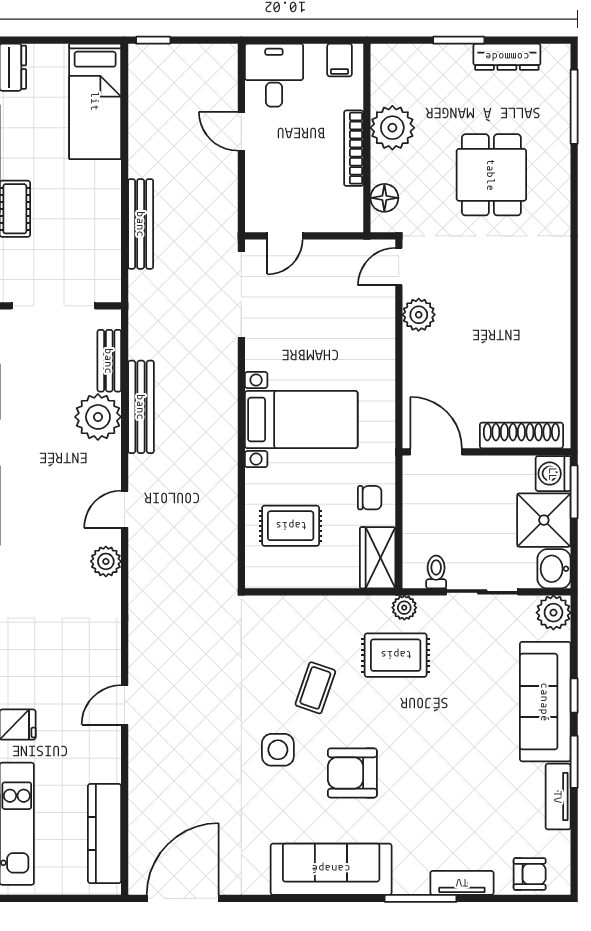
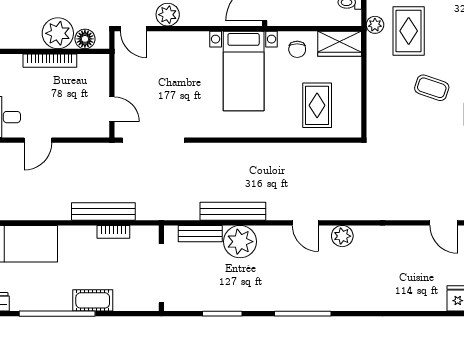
plant: (392, 128) -> (58, 33), moved
bookcase: (112, 238) -> (113, 232), added
bed with nightstands: (301, 420) -> (244, 71), moved, turned 180
chair: (370, 498) -> (297, 49), turned 180

